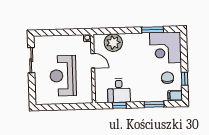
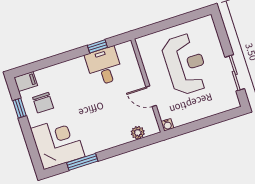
plant: (113, 43) -> (138, 133), width x0.53, depth x0.53
window: (154, 104) -> (51, 61), removed

